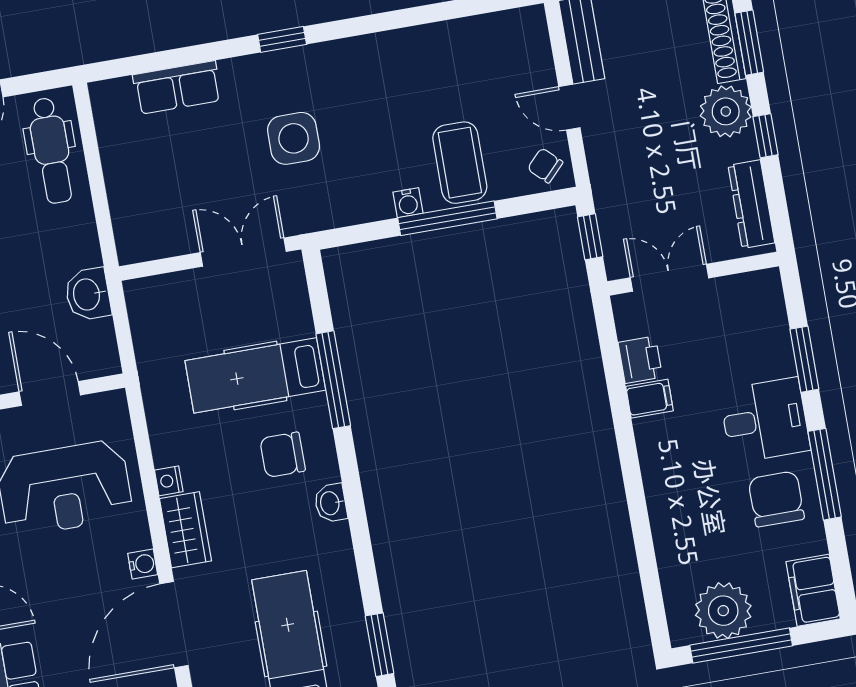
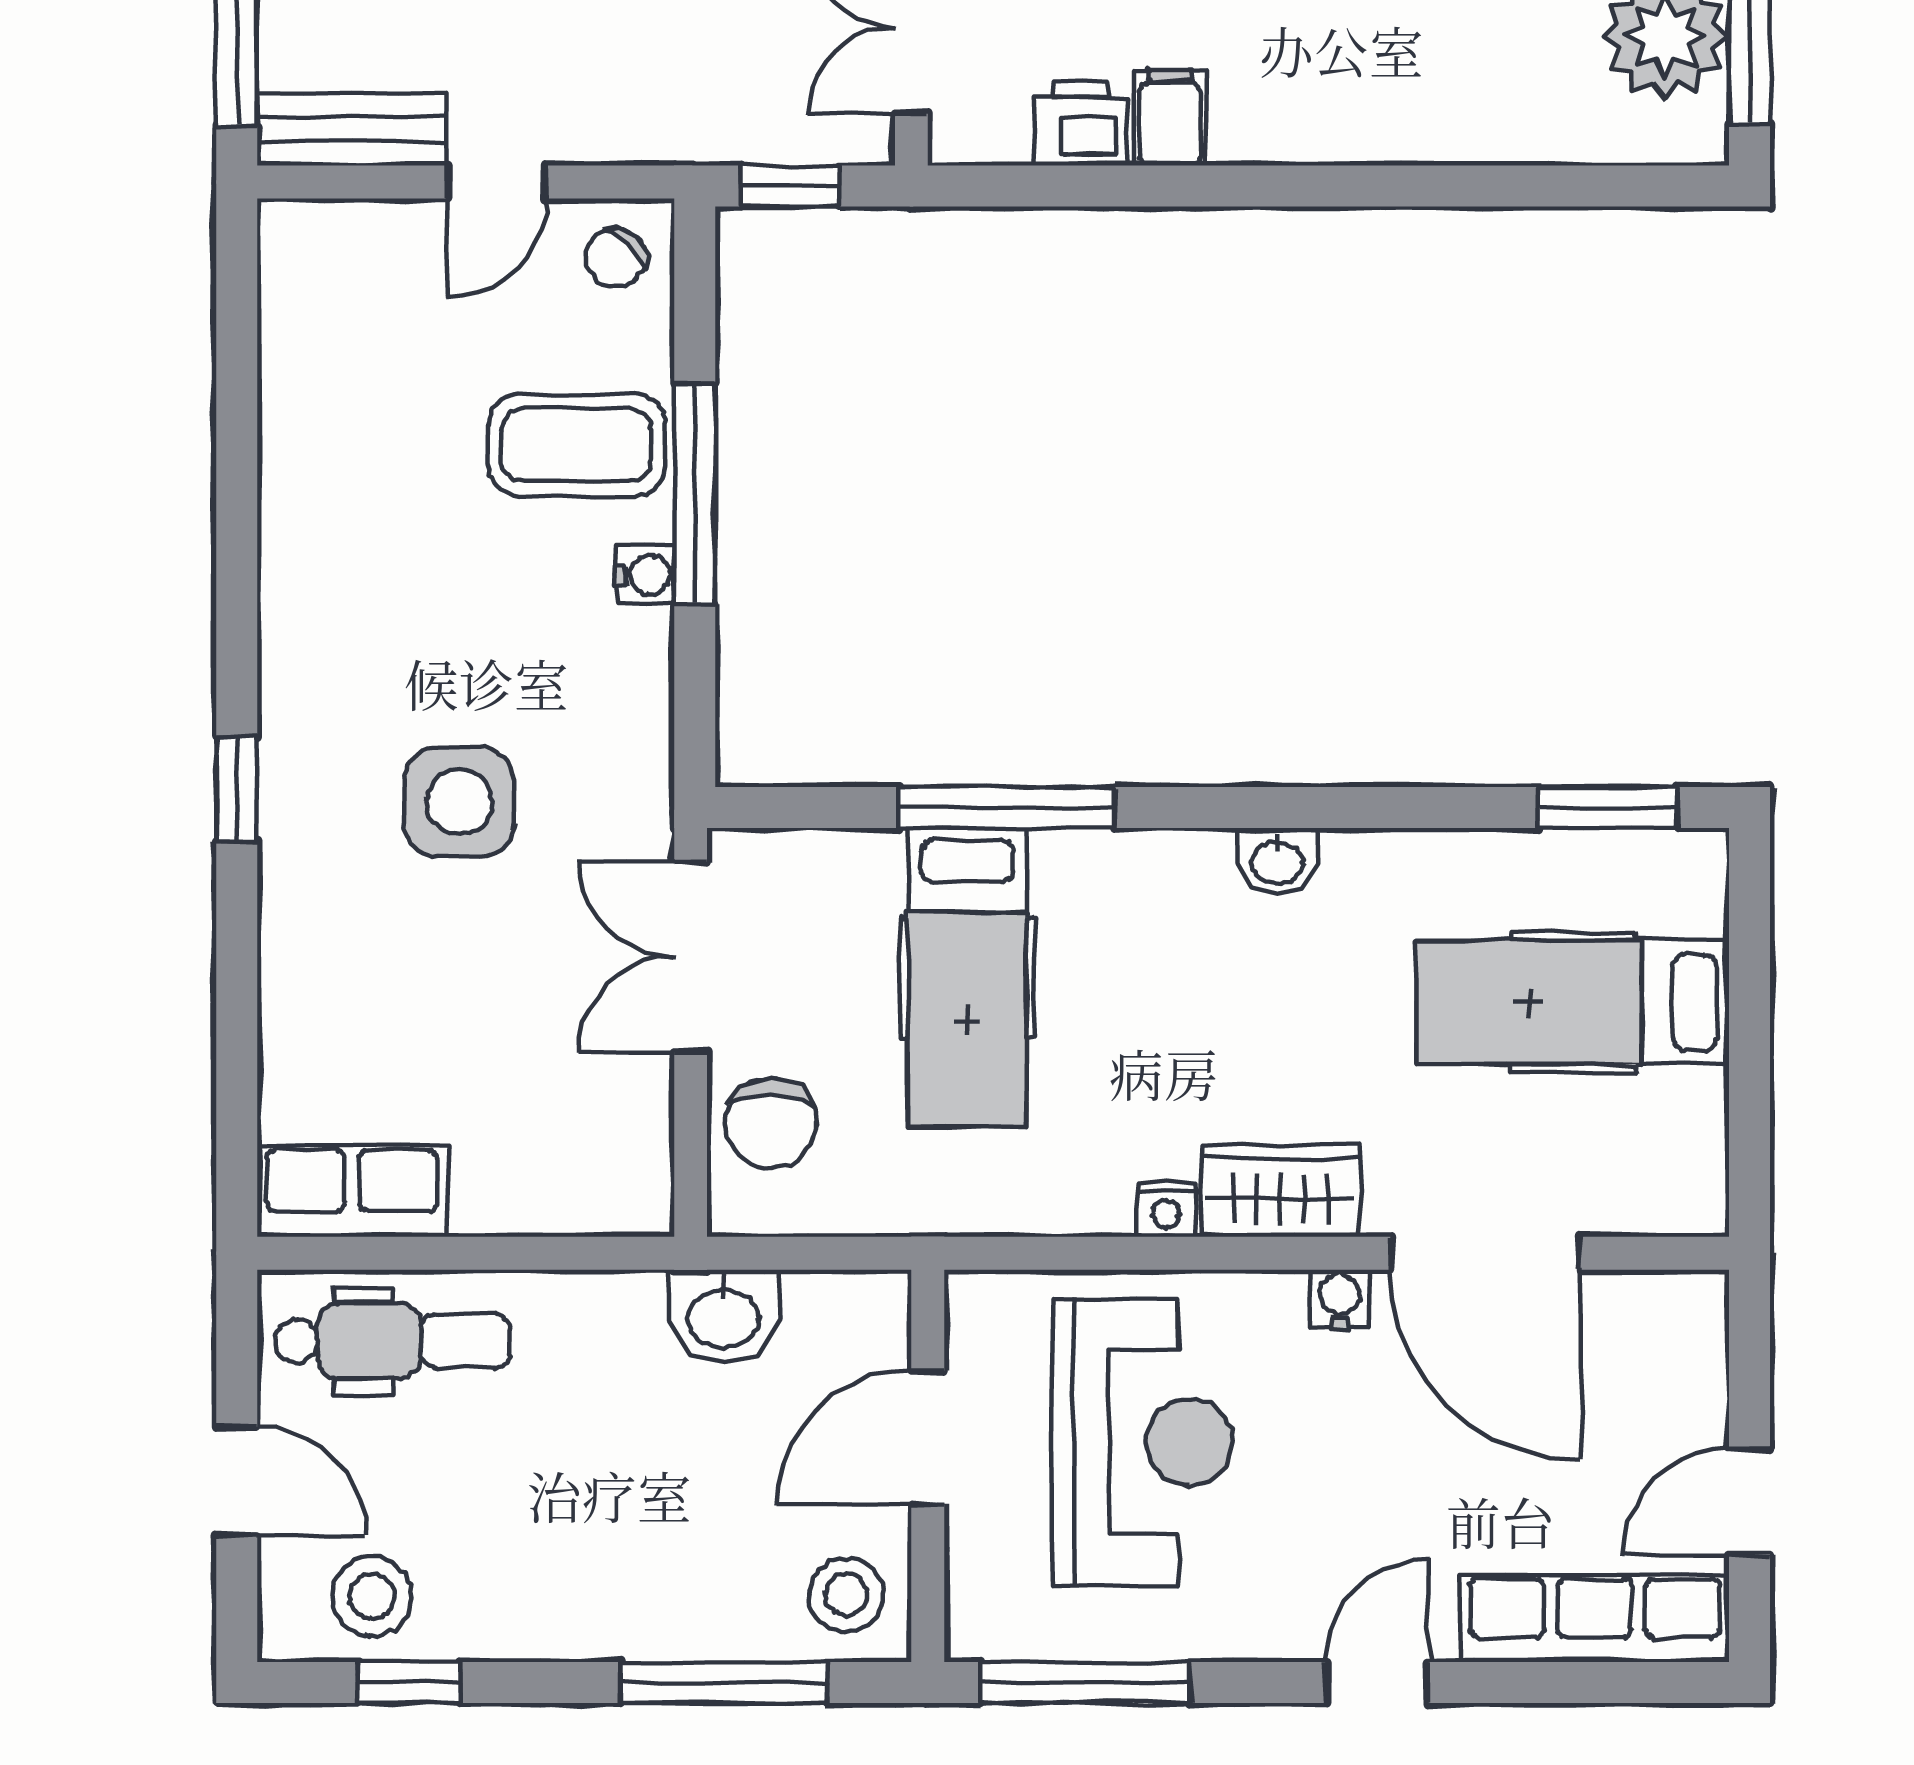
row of seats: (177, 88) -> (352, 1192), moved, turned -90
chair: (283, 455) -> (771, 1123), moved

